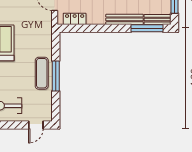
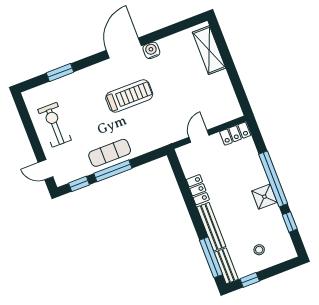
locker: (75, 19) -> (198, 190), moved
window: (56, 104) -> (79, 184), added

